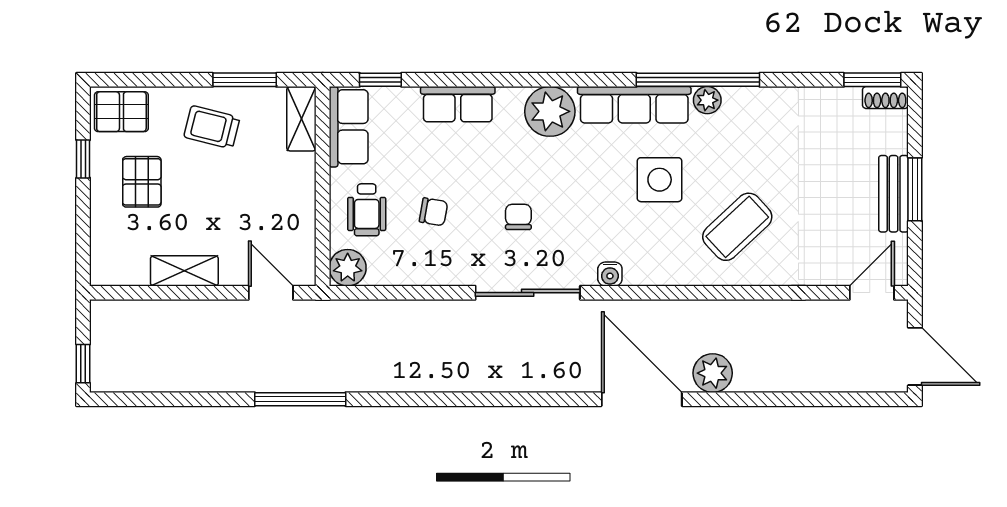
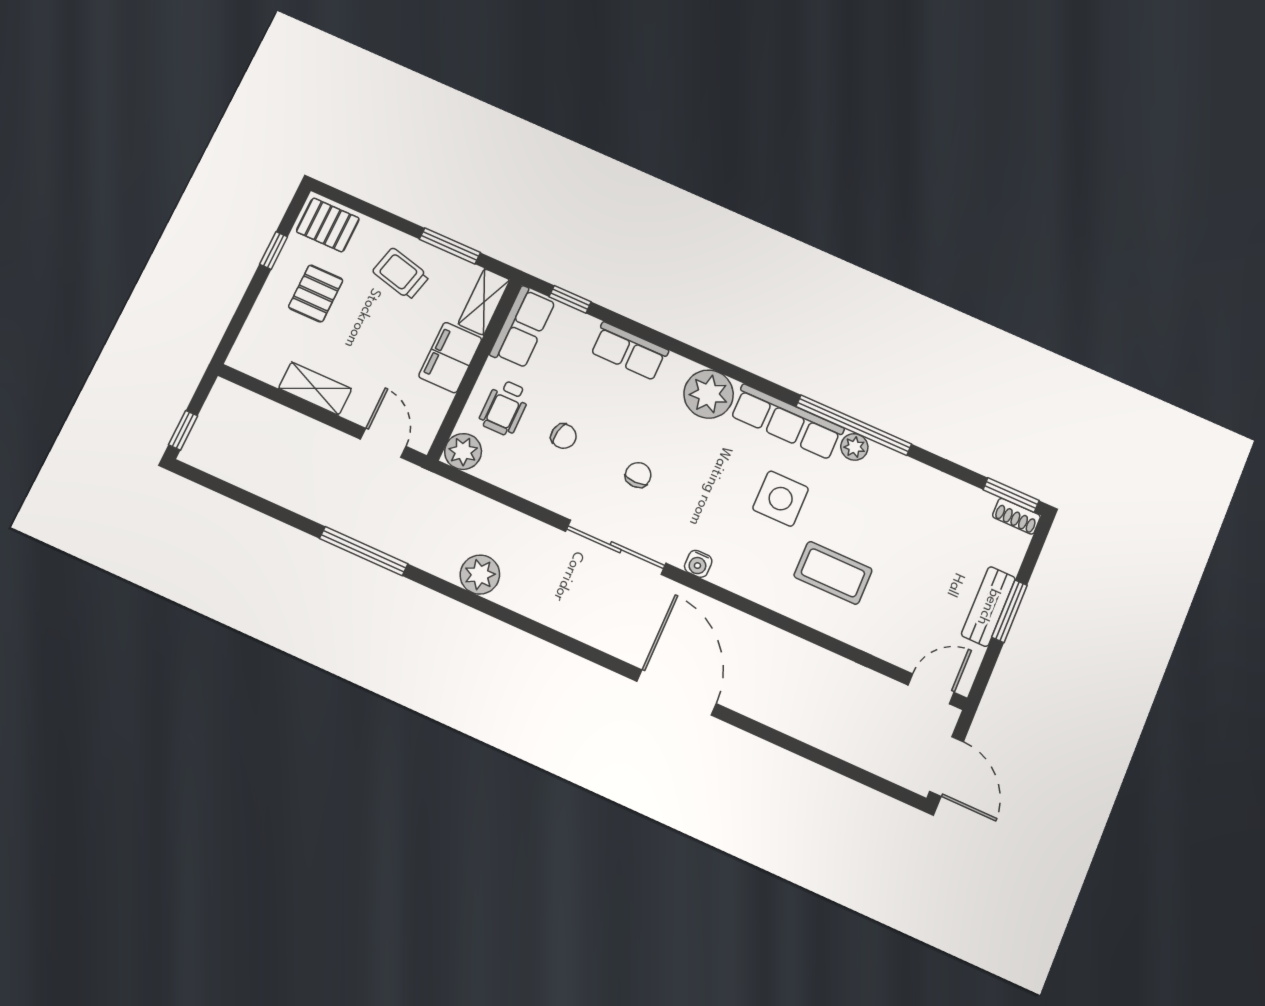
filing cabinet: (295, 186) -> (450, 358), added
coffee table: (737, 227) -> (833, 573), turned 43
plant: (713, 373) -> (480, 575), moved

